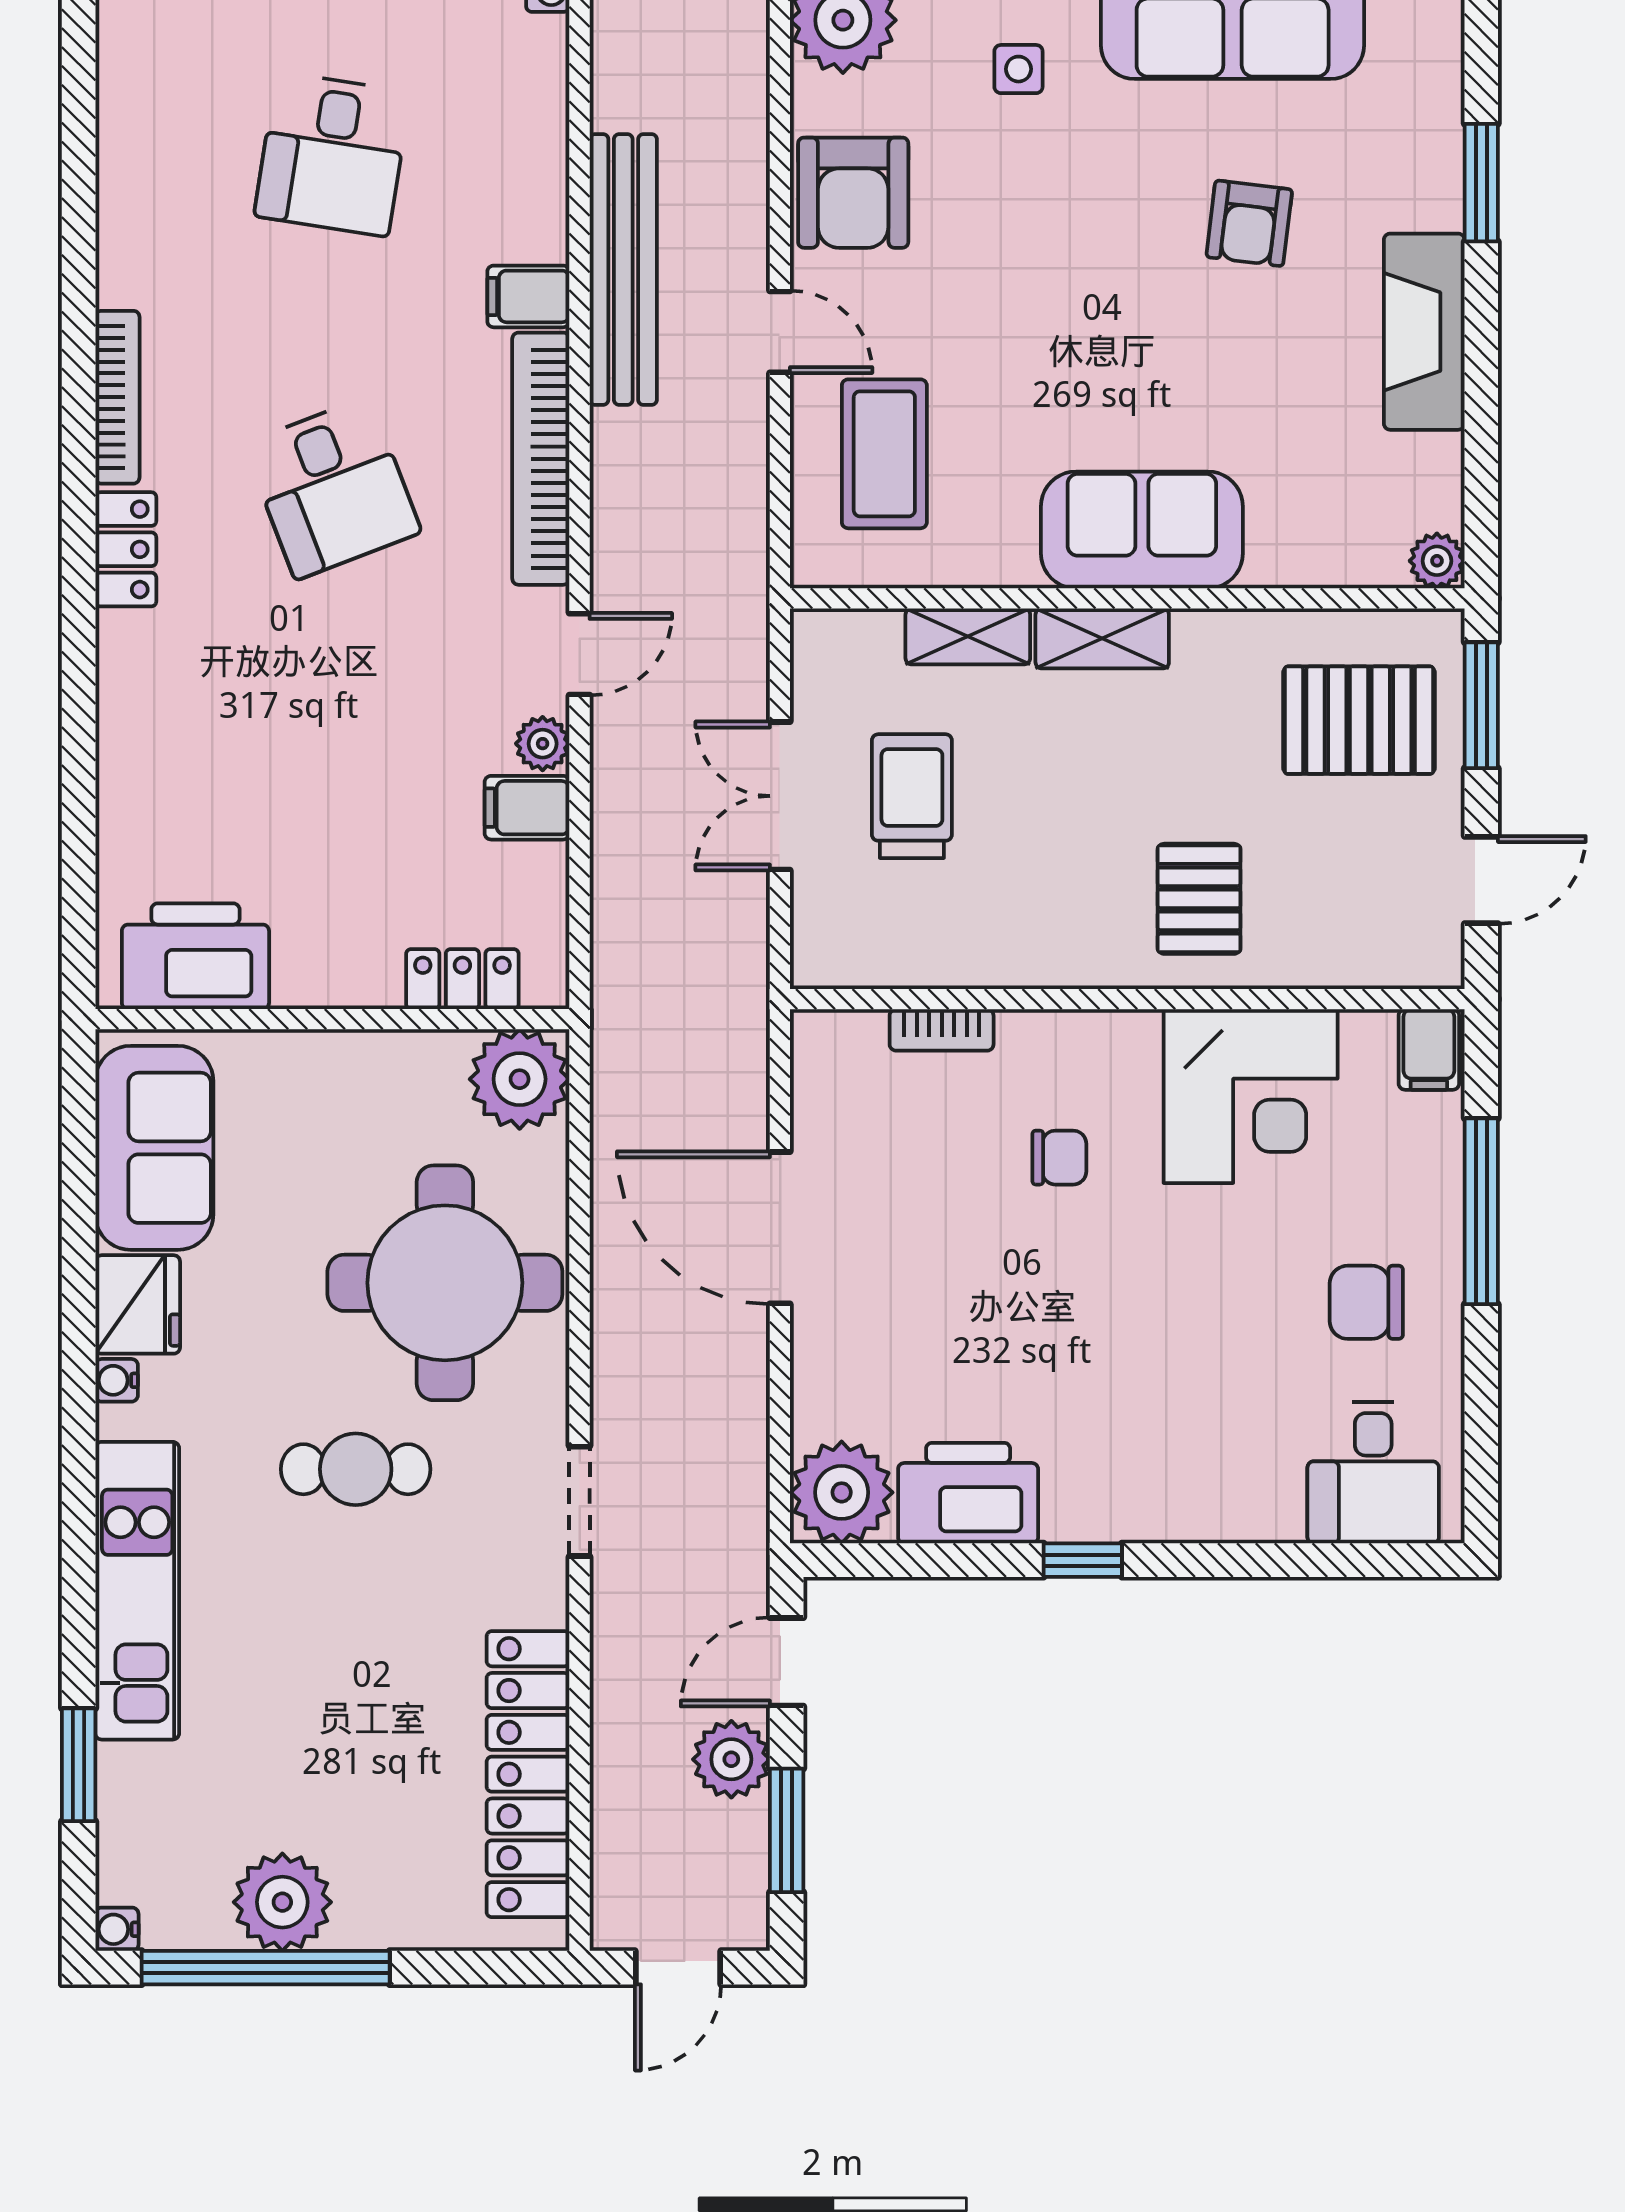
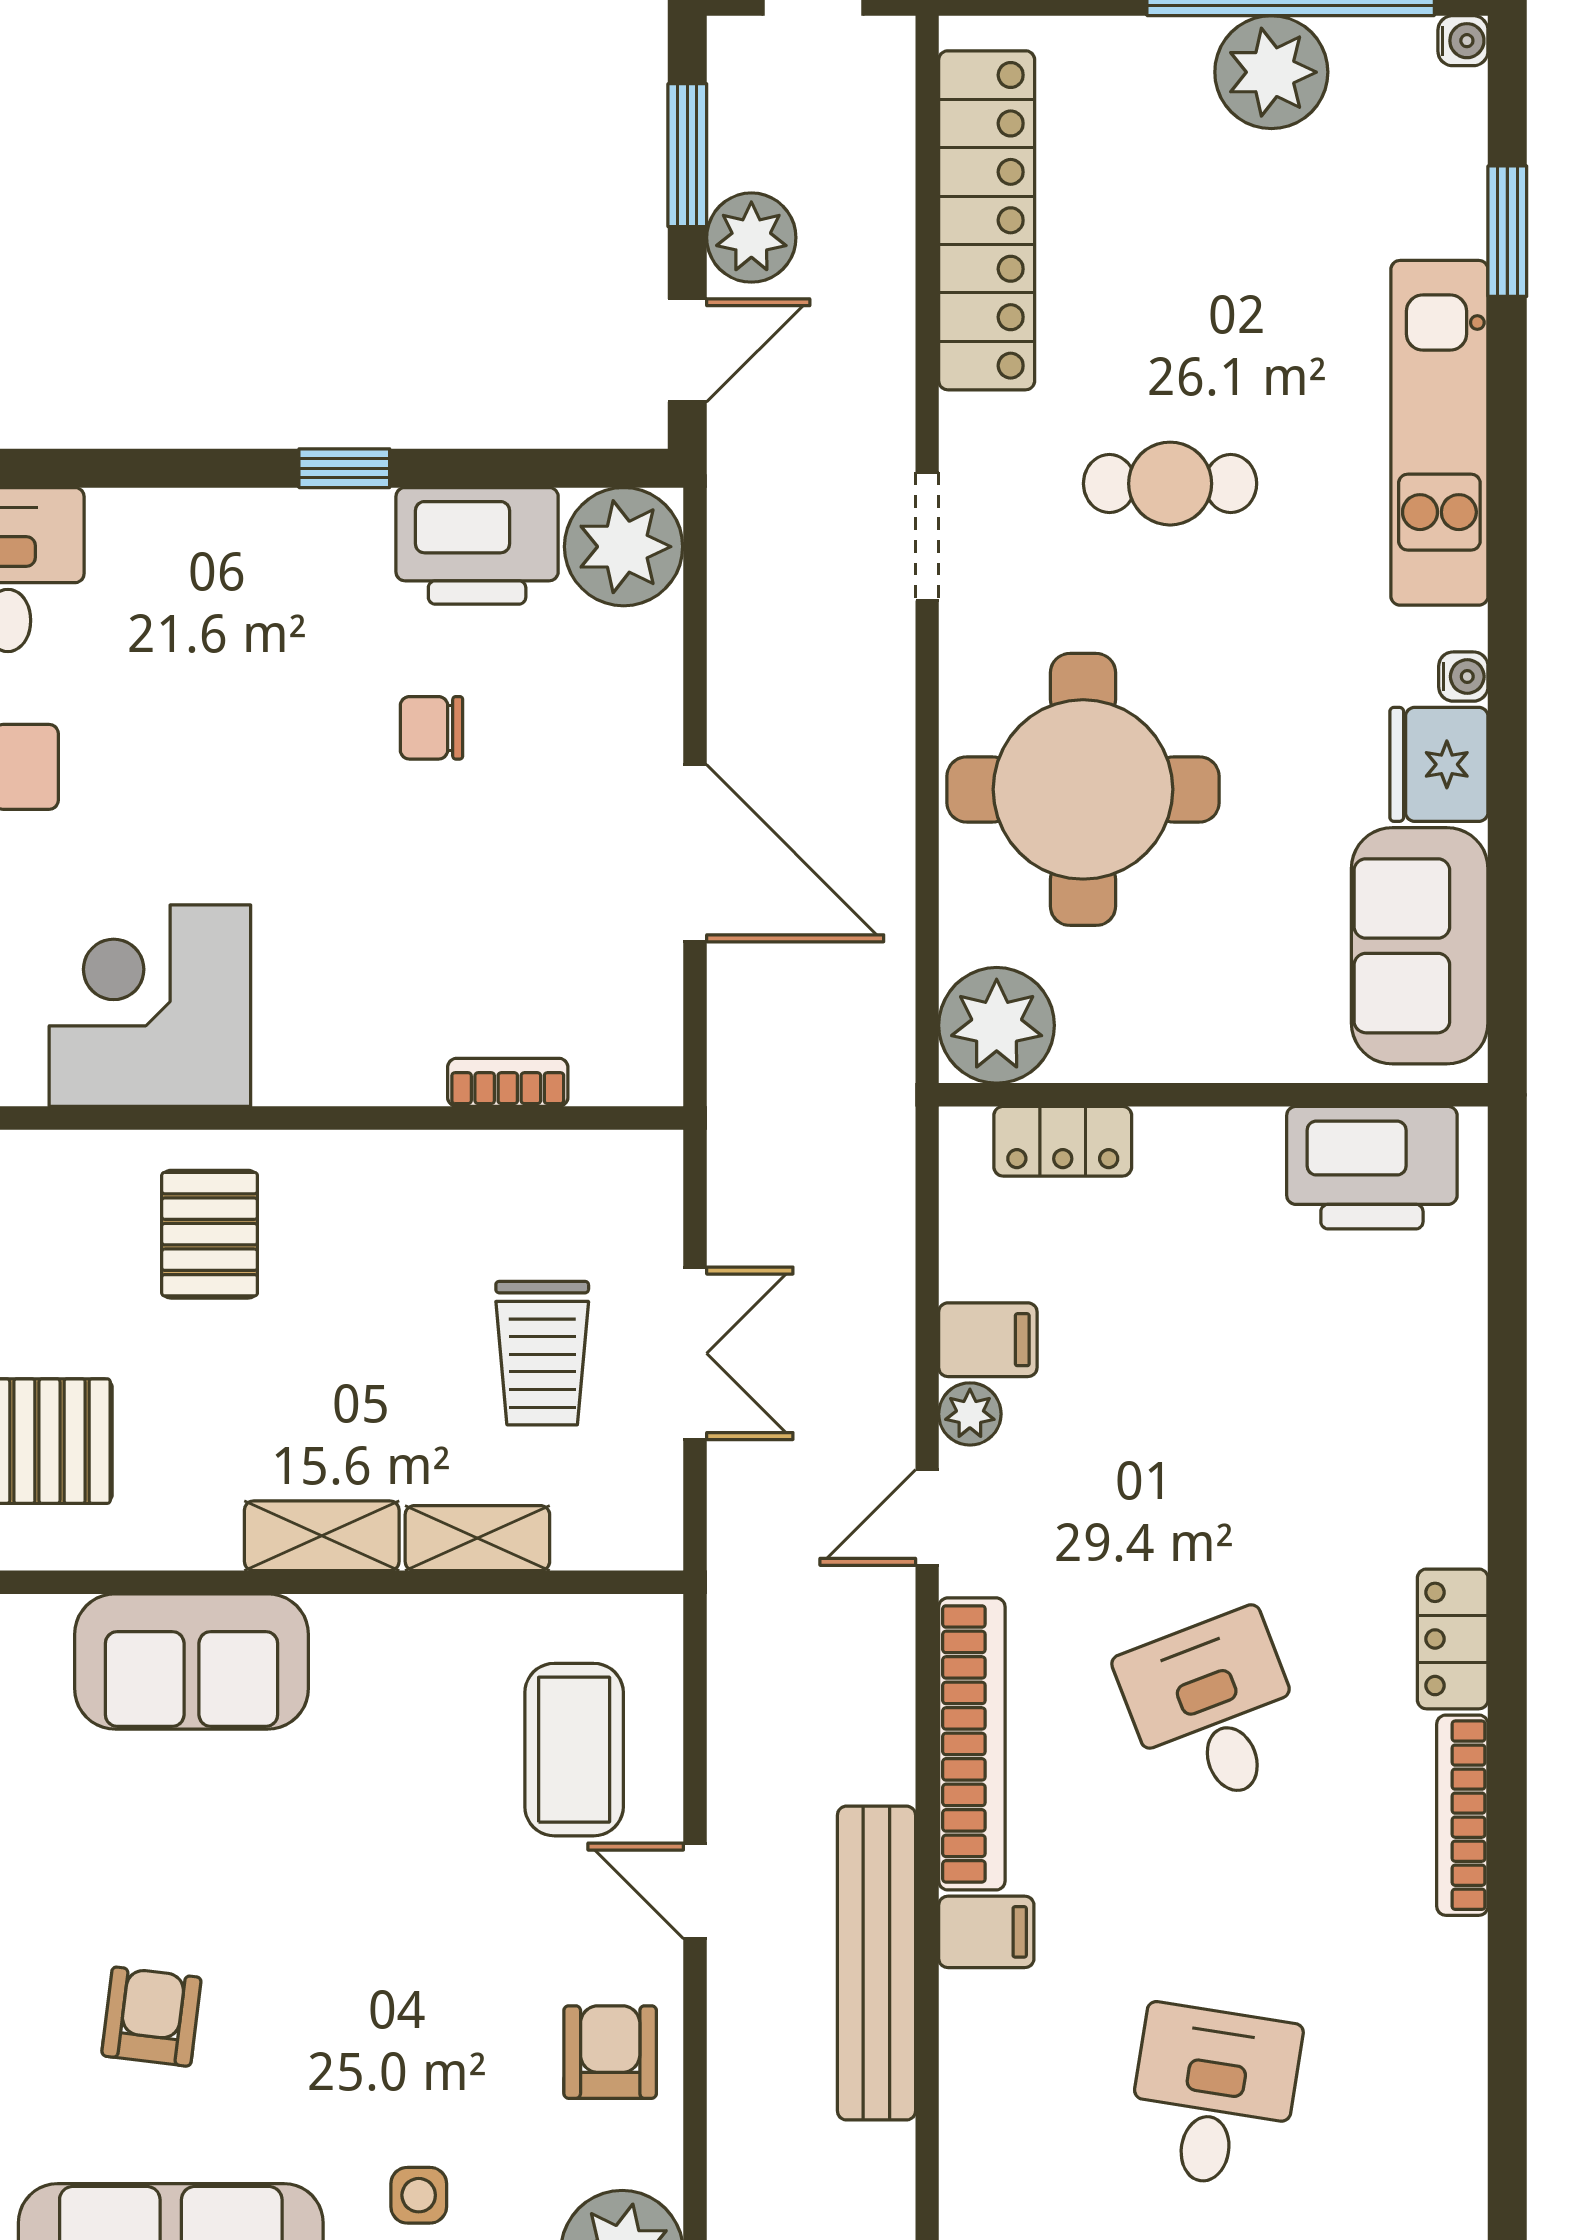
armchair: (853, 193) -> (610, 2052), width x0.72, depth x0.72
sofa: (1142, 530) -> (191, 1661), moved
chair: (1059, 1158) -> (431, 728), moved
cafe table: (356, 1469) -> (1170, 484), moved

